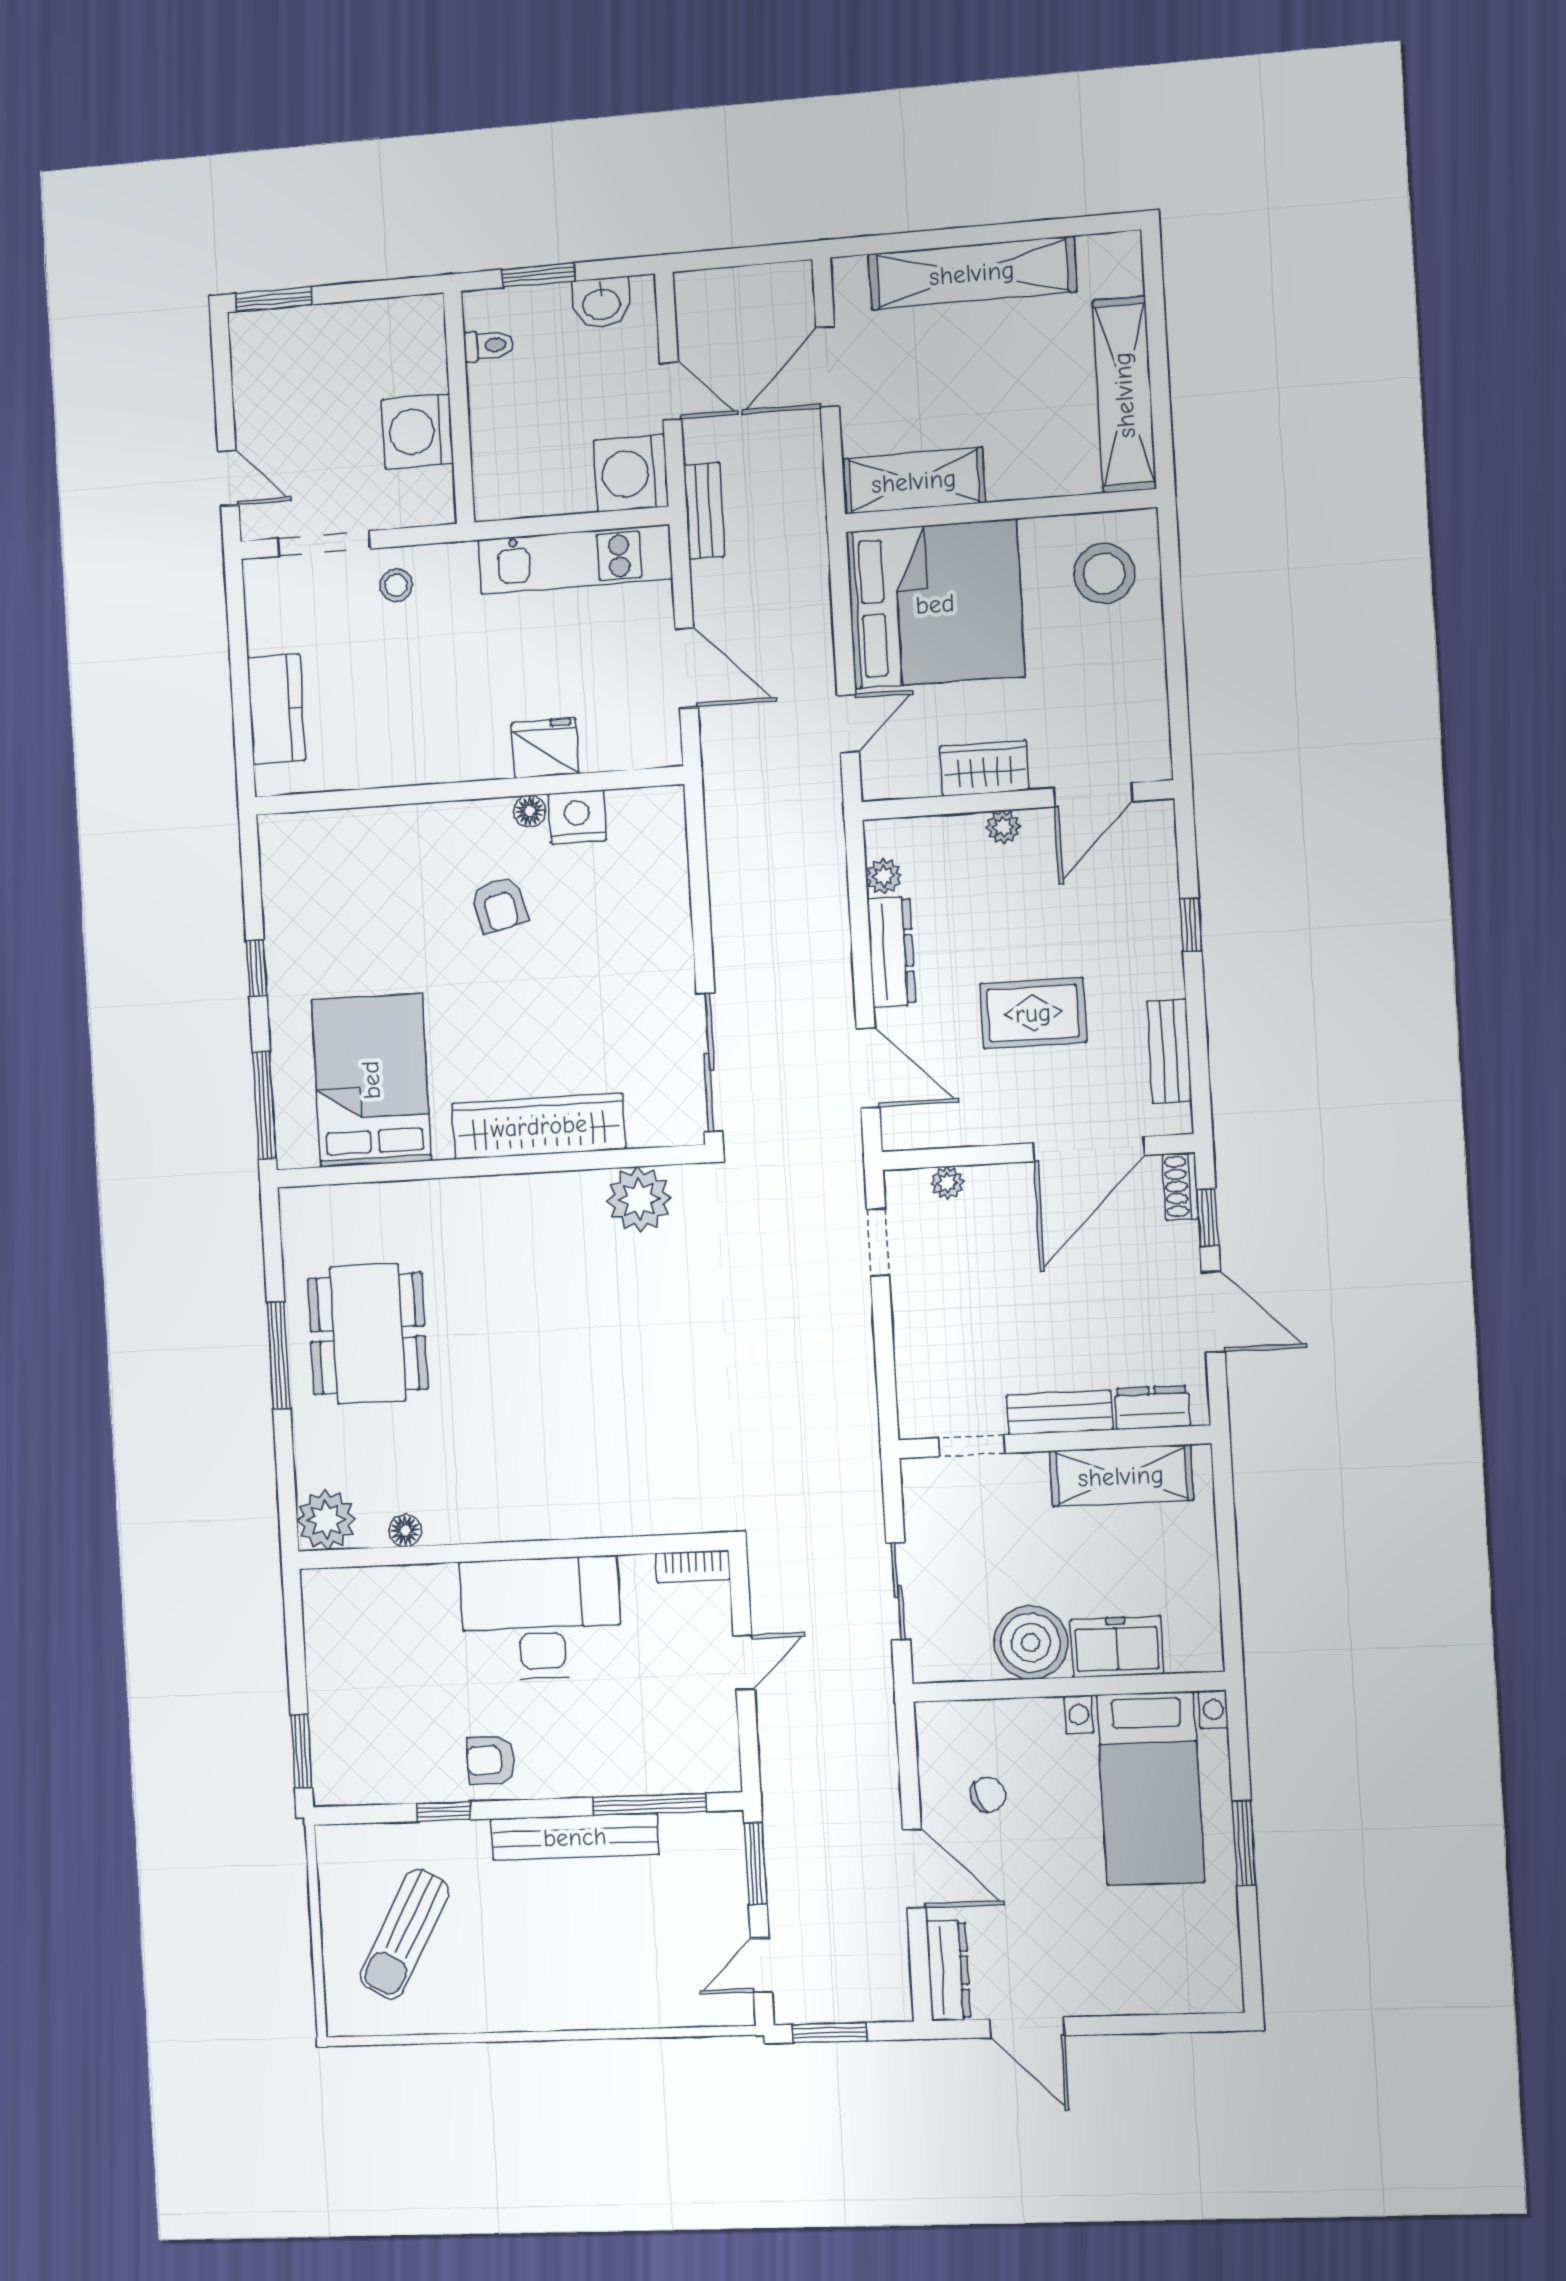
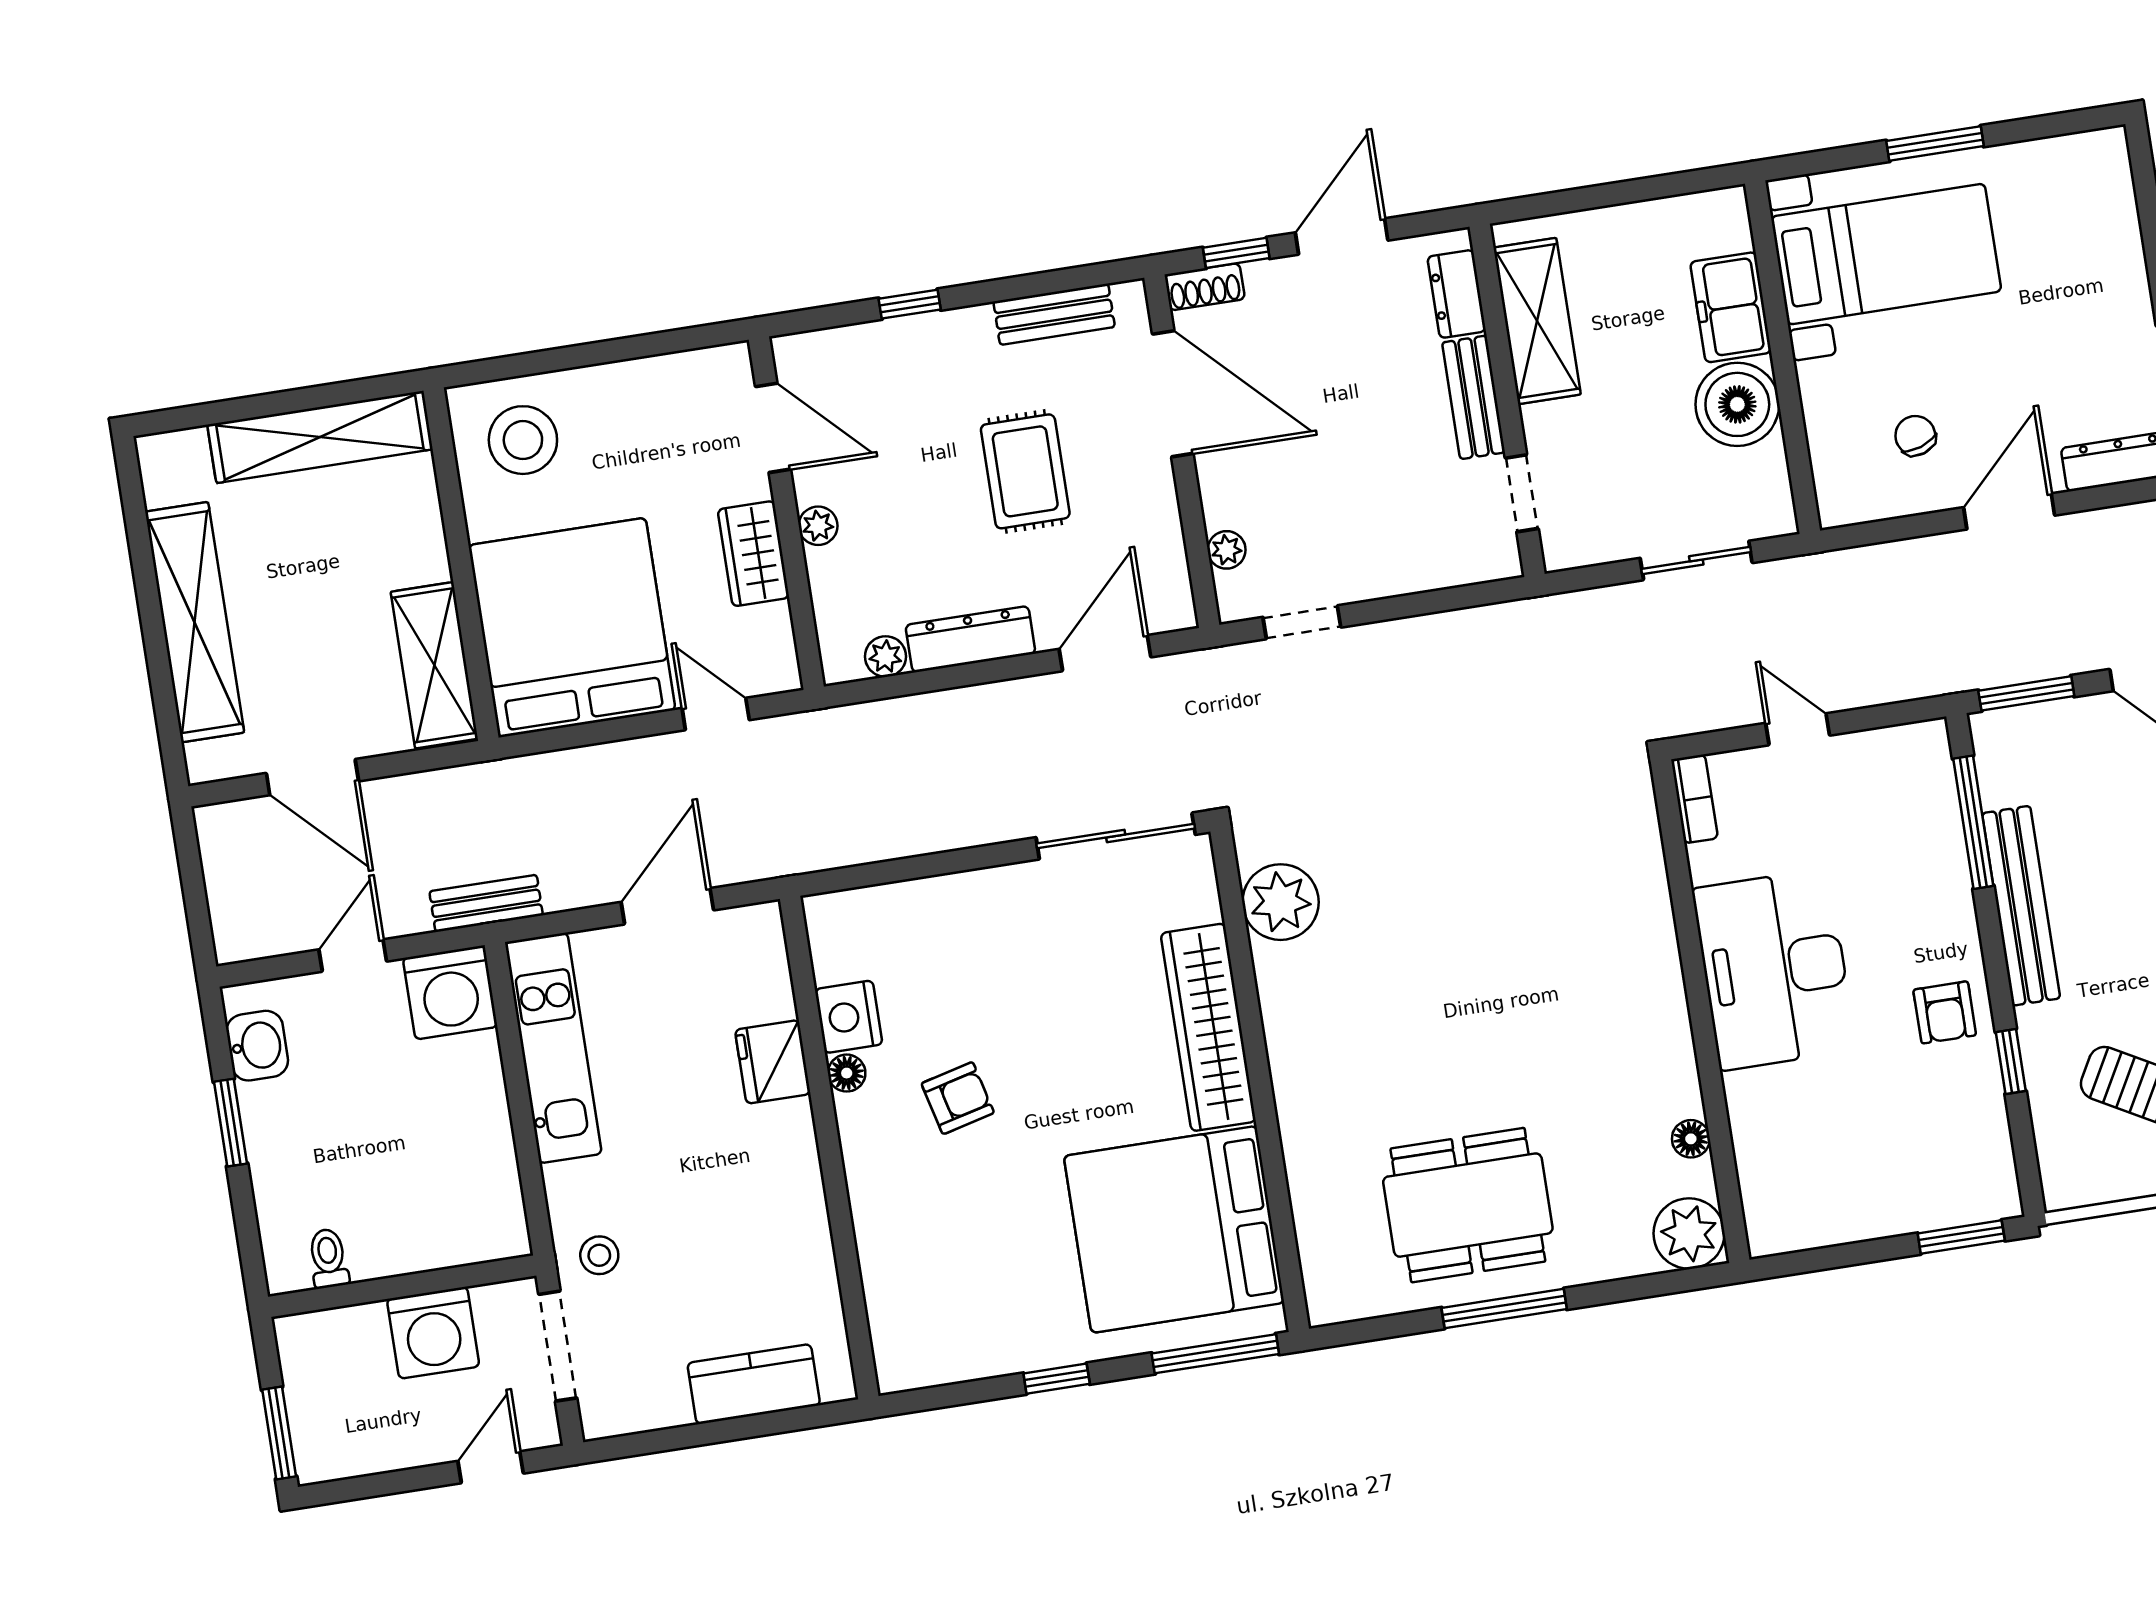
toilet: (489, 345) -> (328, 1258), moved
wall: (459, 407) -> (402, 1286), moved
washing machine: (417, 431) -> (433, 1333), moved
bed: (371, 1080) -> (1174, 1229), width x1.36

